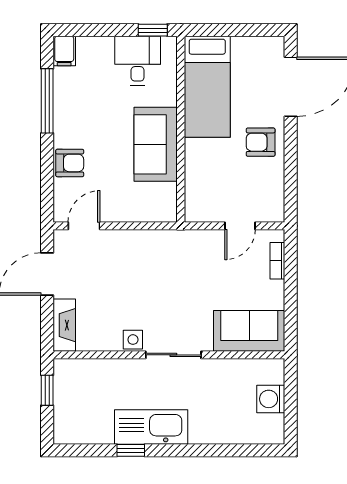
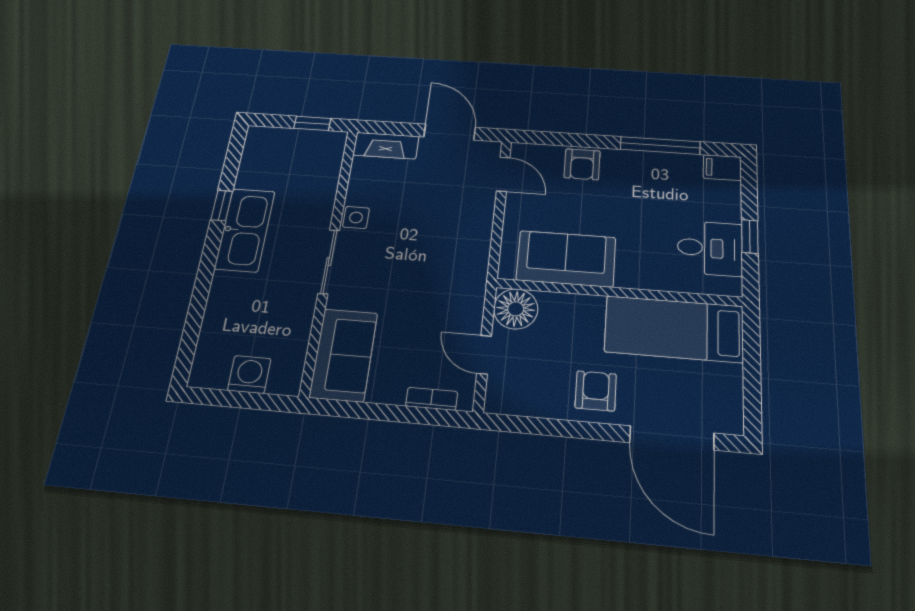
window: (153, 30) -> (750, 236), moved
sofa: (156, 144) -> (566, 259), moved
floor lamp: (201, 206) -> (516, 309), added

